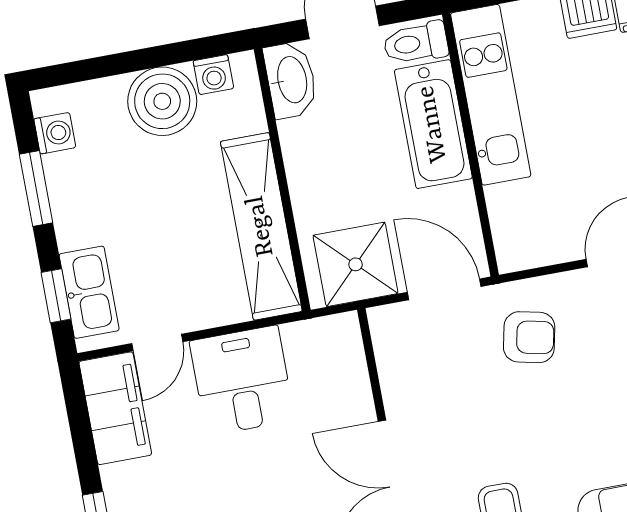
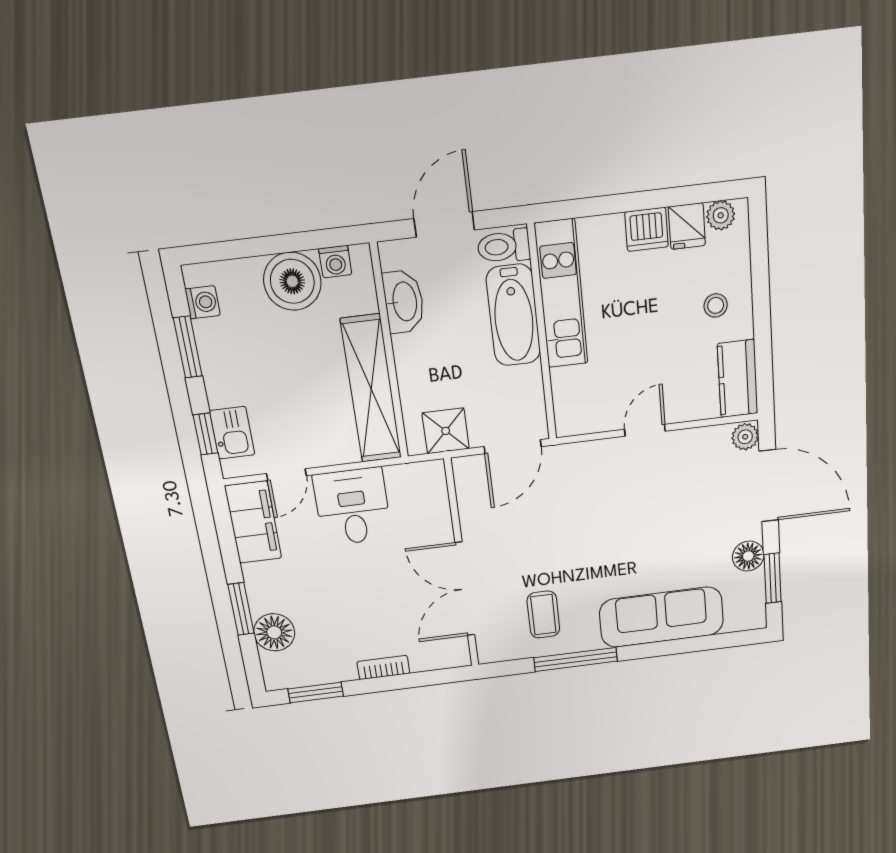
washbasin: (291, 80) -> (404, 302), moved
shower: (356, 264) -> (446, 431), width x0.73, depth x0.73
door: (444, 289) -> (513, 447), swing flipped
kitchen sink: (89, 292) -> (232, 433), width x0.73
armchair: (529, 337) -> (575, 486), removed

